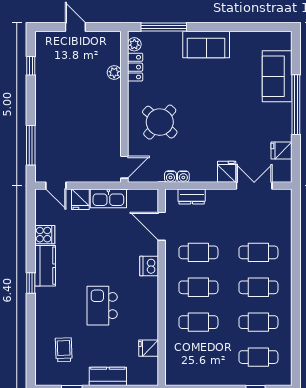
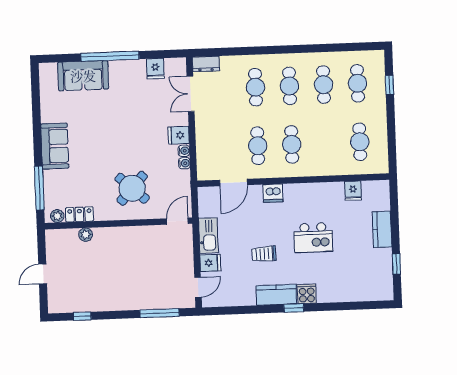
door: (124, 167) -> (177, 221), hinge flipped
fridge: (227, 172) -> (179, 135), moved
water cooler: (170, 177) -> (184, 151), moved
dresser: (192, 196) -> (206, 64), moved, turned 90
cooker: (45, 235) -> (307, 294), moved
cafe table: (198, 322) -> (360, 142), moved
trolley: (64, 350) -> (264, 254), moved

